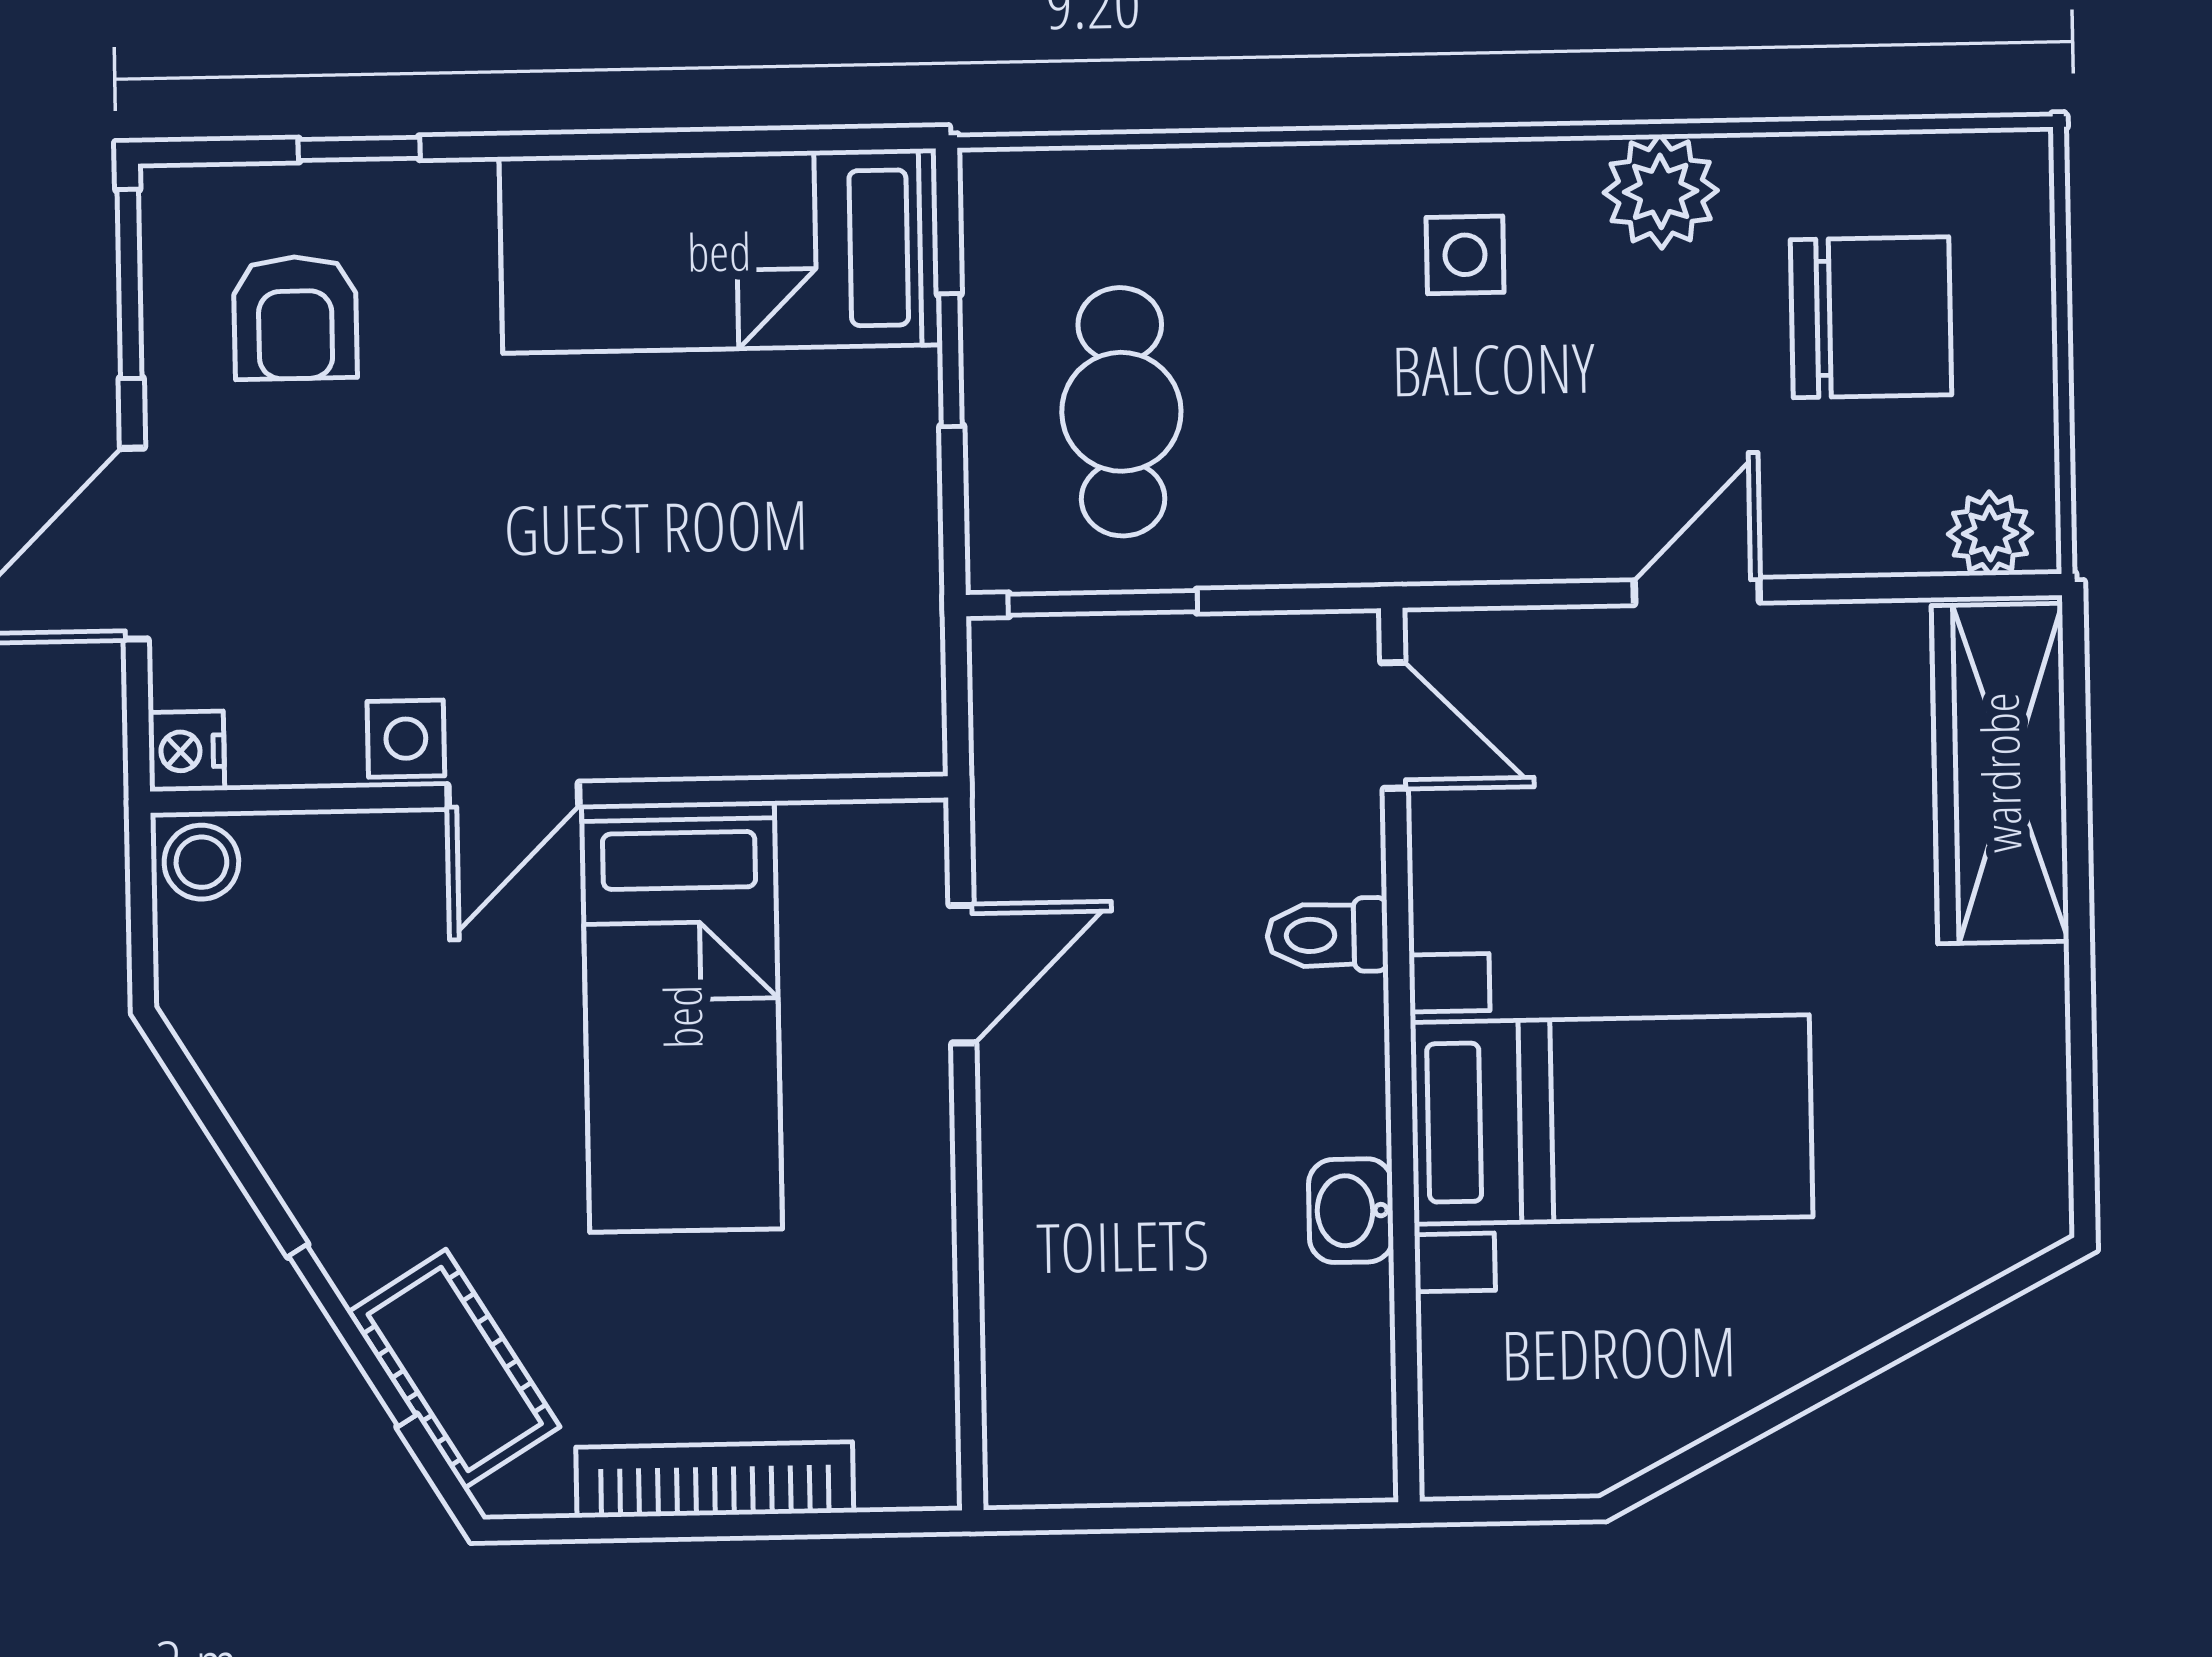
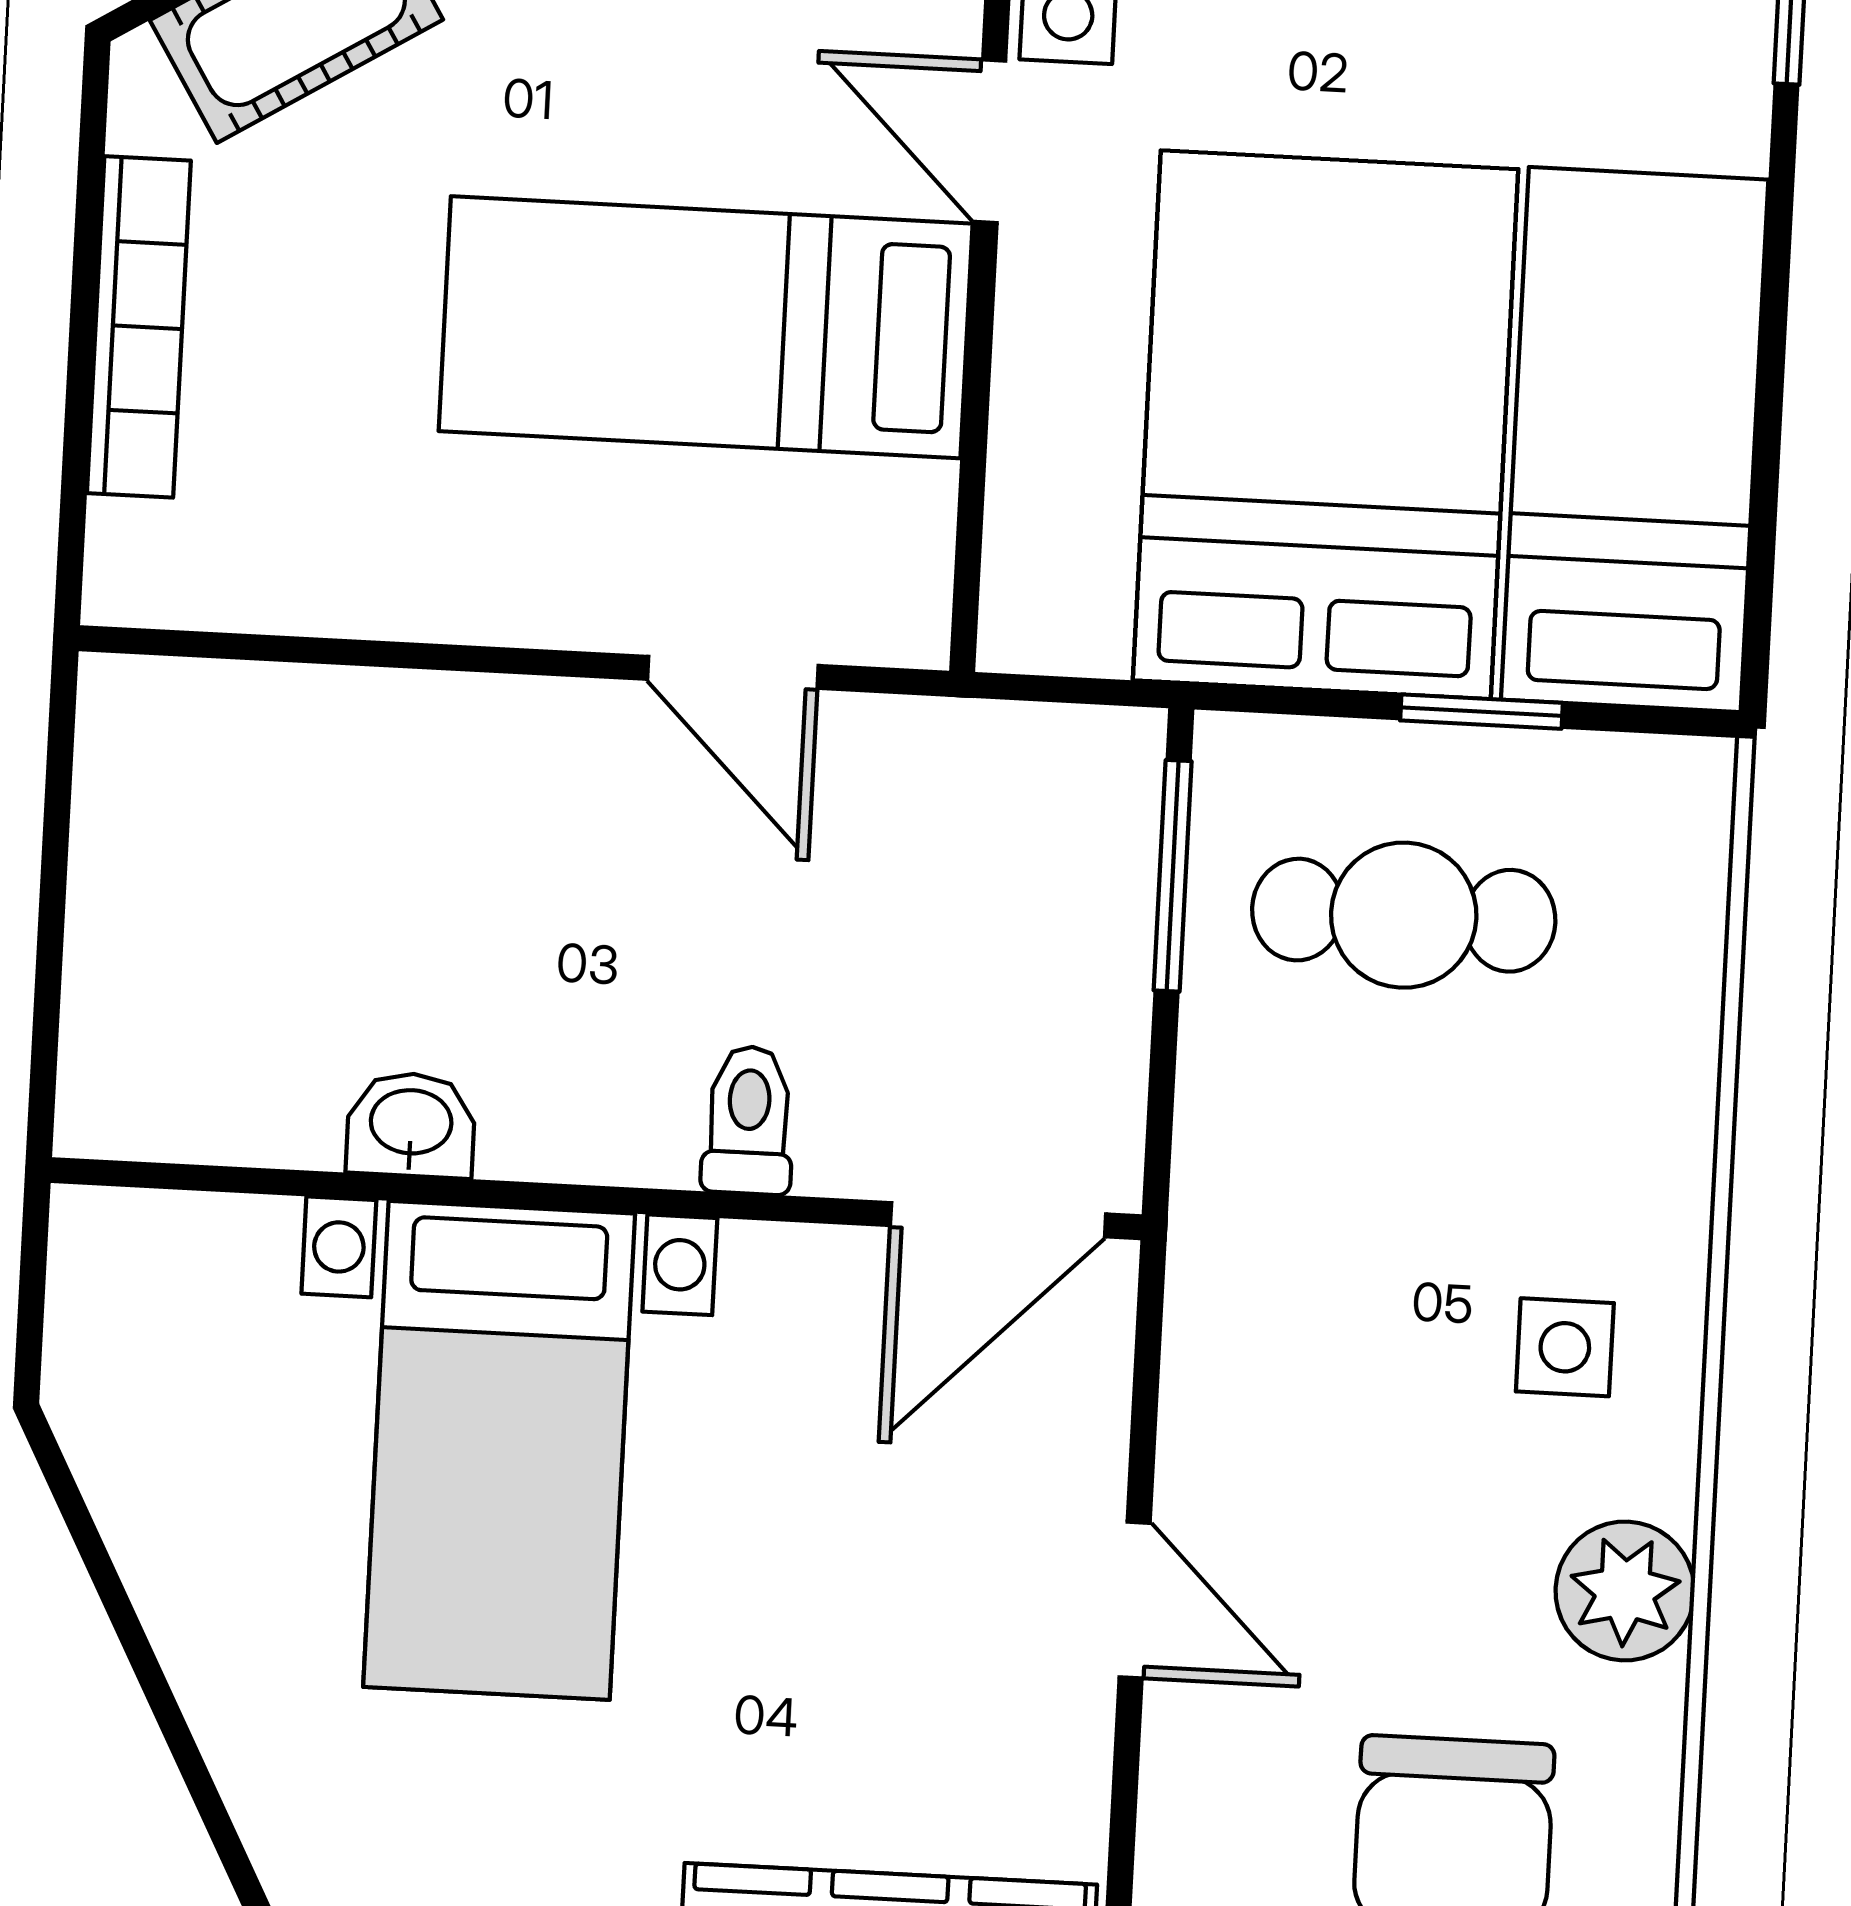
bed: (725, 504) -> (1326, 425), added
door: (1394, 725) -> (998, 1220), width x1.38

